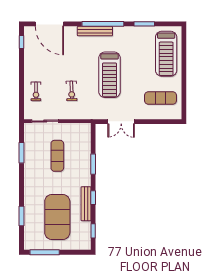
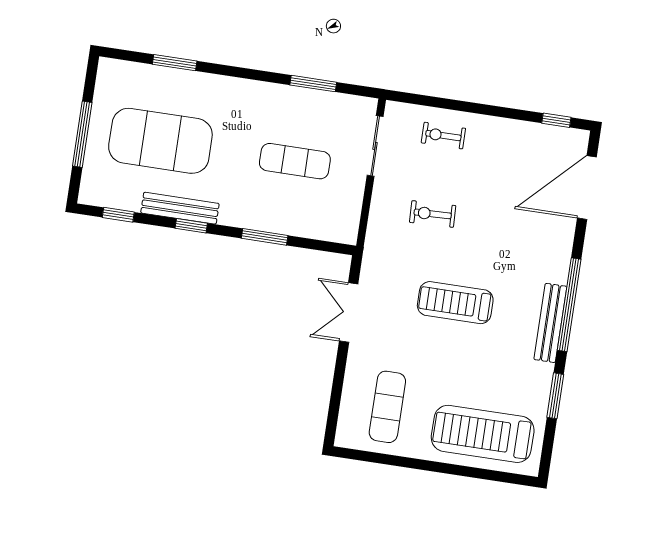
bench: (95, 31) -> (550, 323), moved
treadmill: (110, 75) -> (455, 303), width x0.73, depth x0.73
window: (45, 252) -> (82, 134), moved

